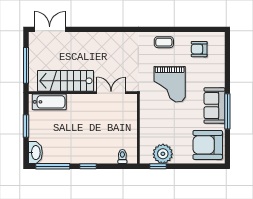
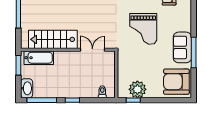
stairs: (65, 81) -> (53, 39), moved
wall: (83, 93) -> (68, 50), moved
double door: (111, 93) -> (92, 50), moved
bathtub: (49, 102) -> (39, 58), moved

